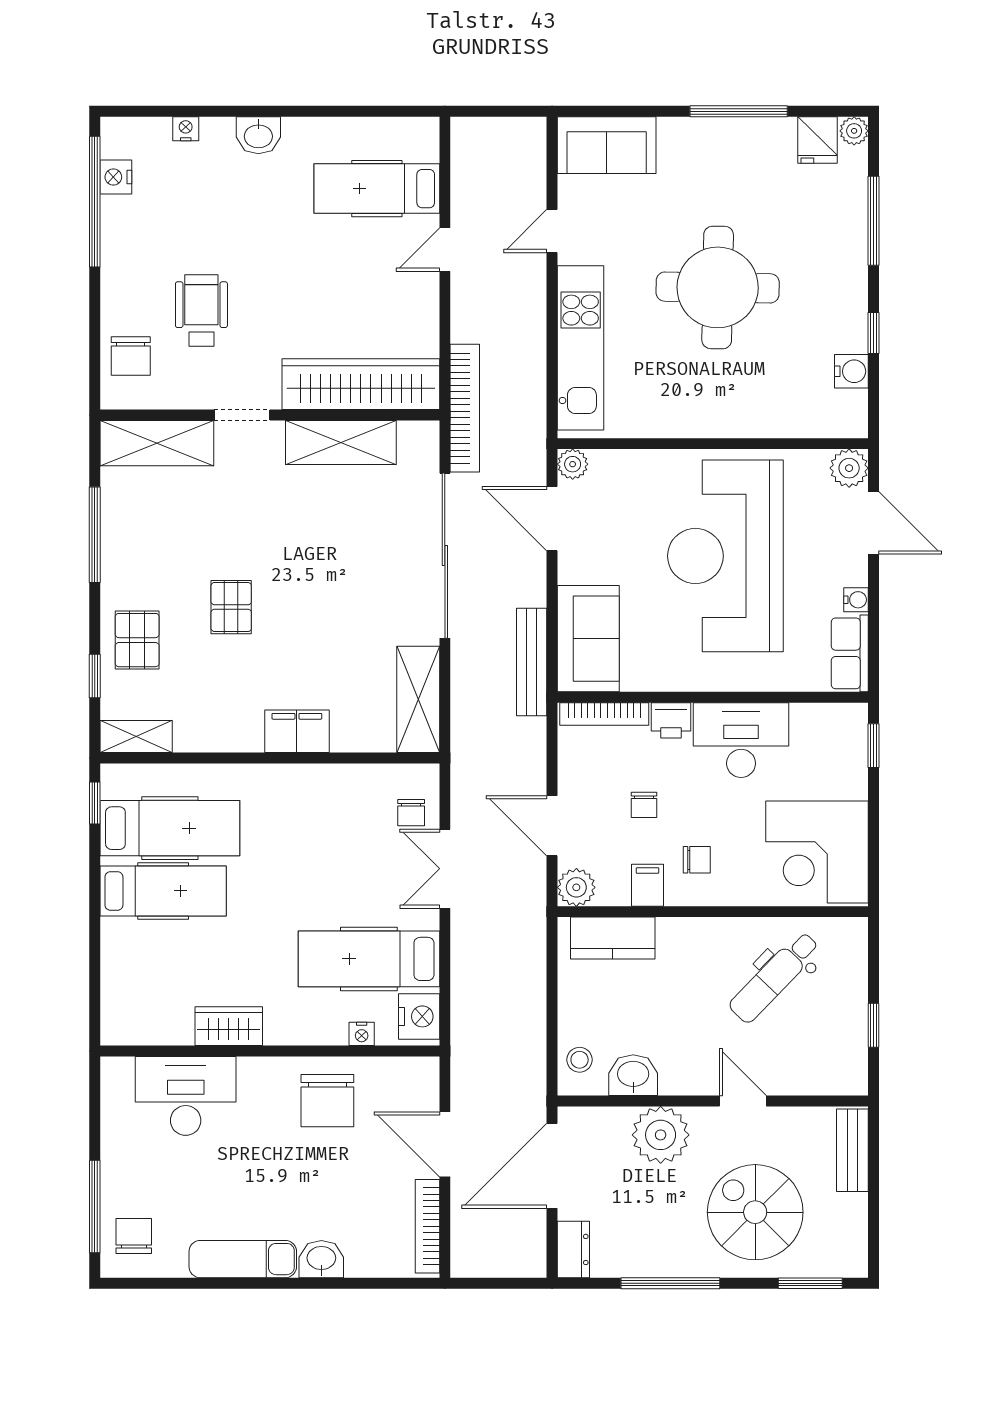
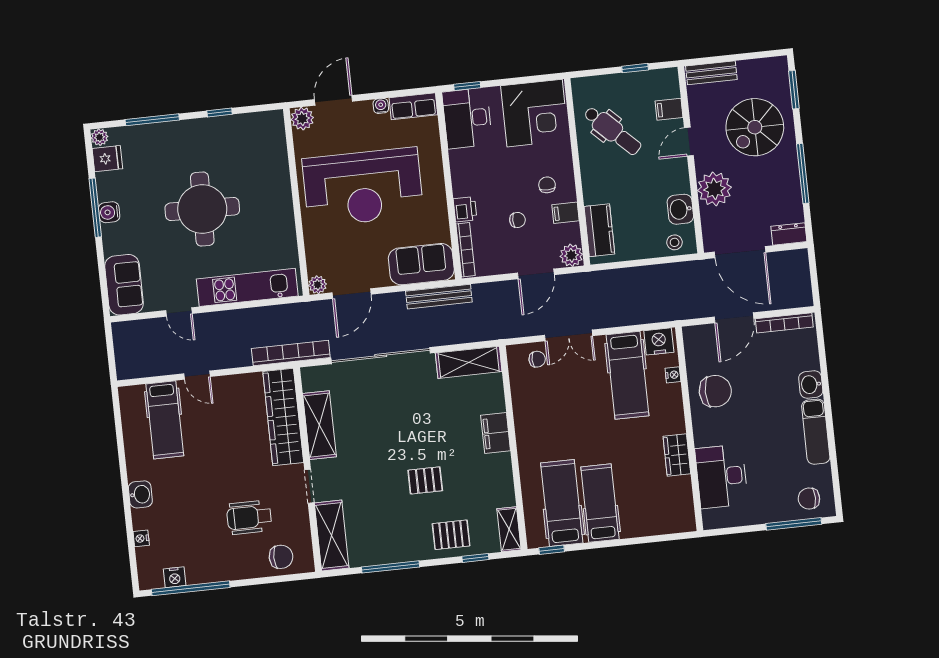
water cooler: (851, 371) -> (109, 212), moved, turned -90
desk: (741, 740) -> (467, 118), moved
filing cabinet: (800, 1074) -> (669, 109), added

